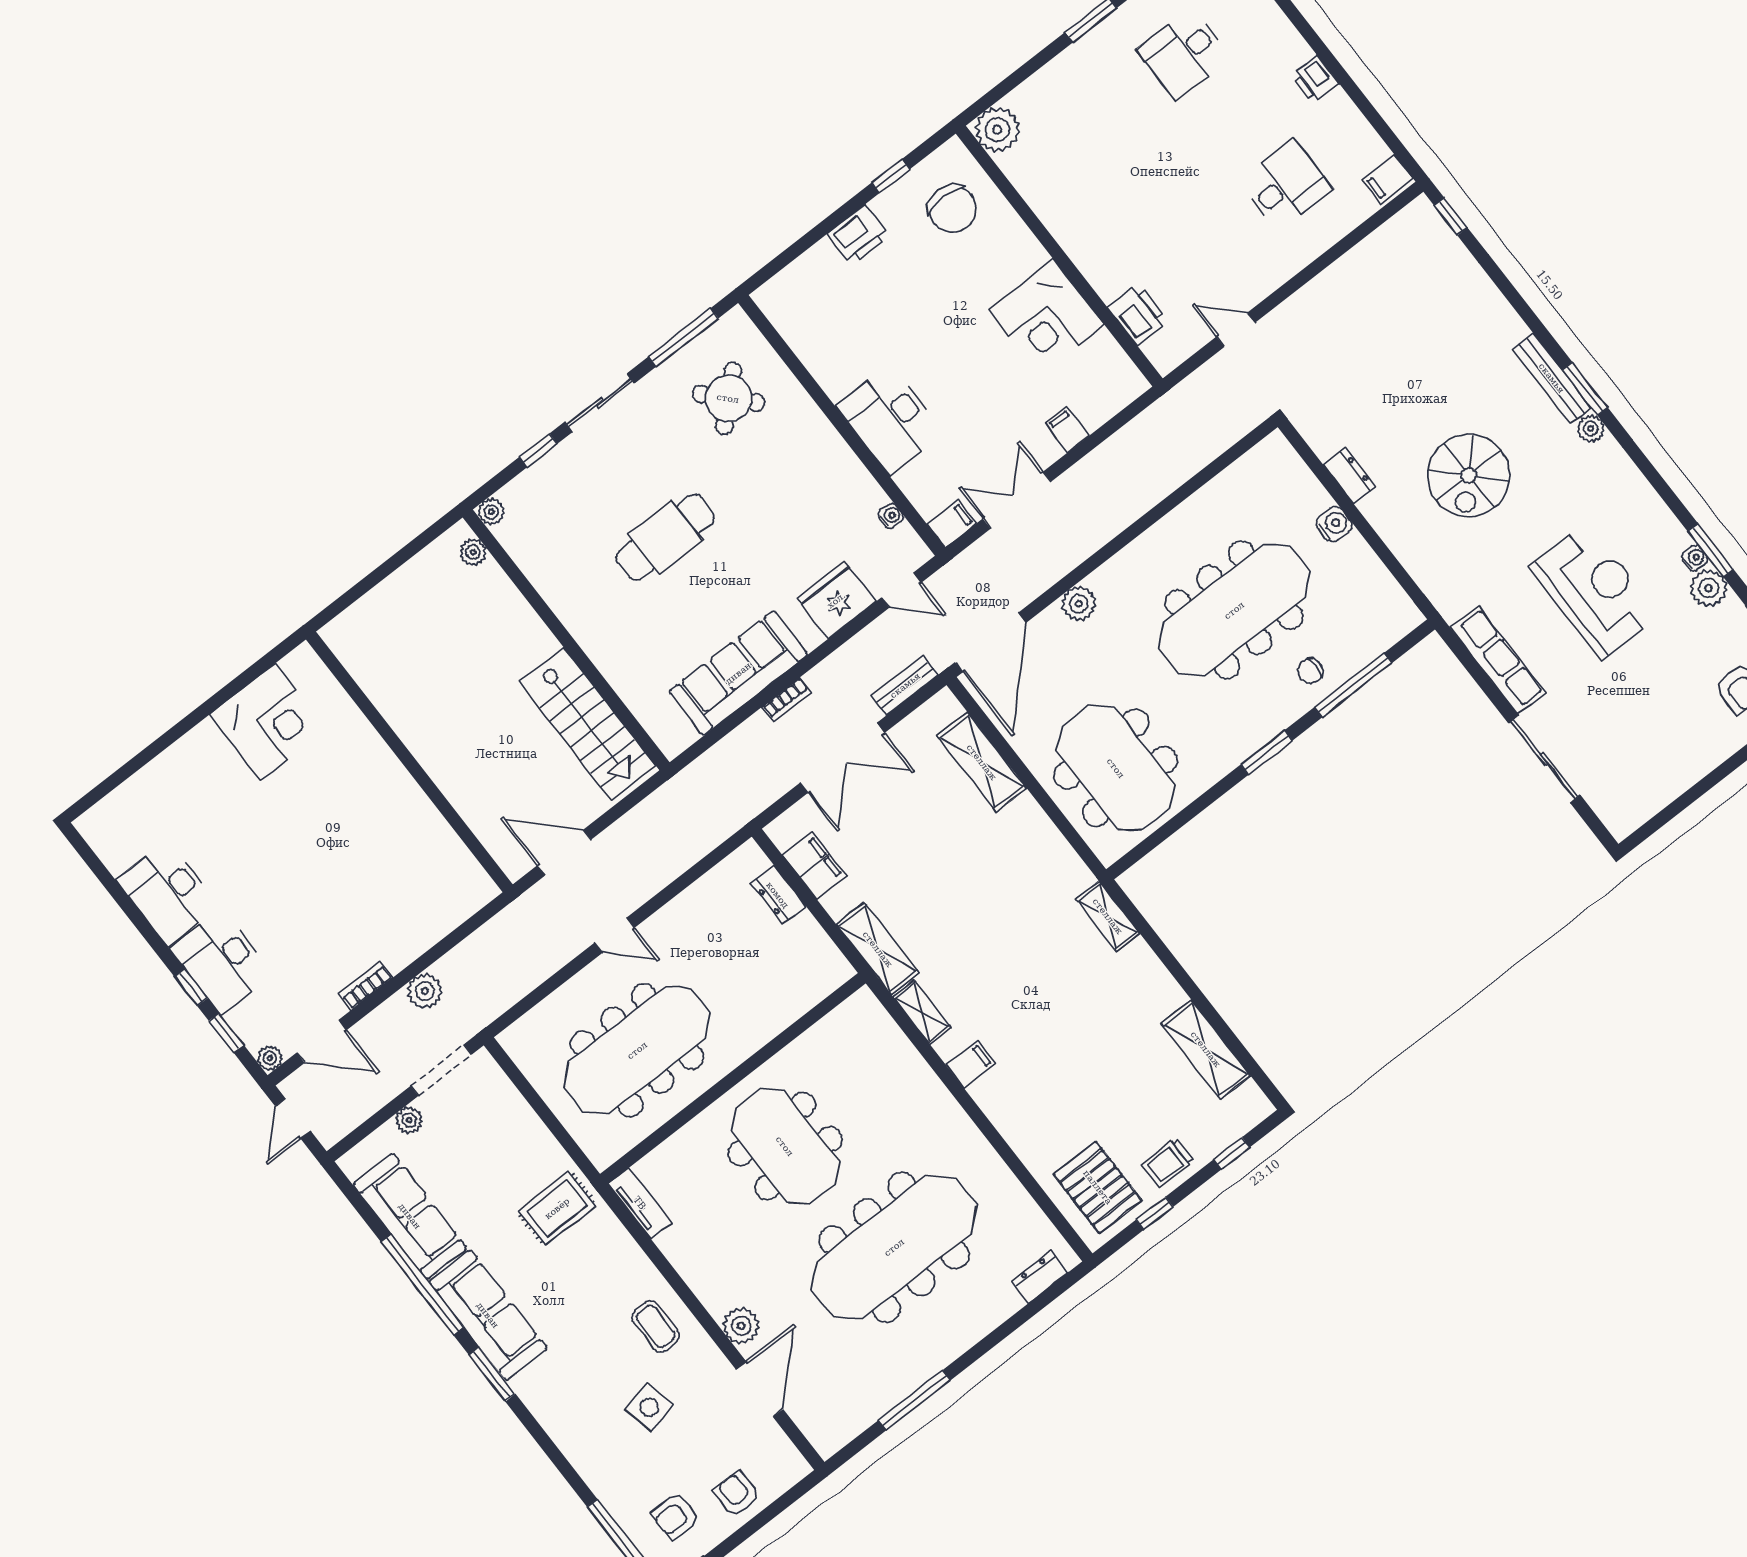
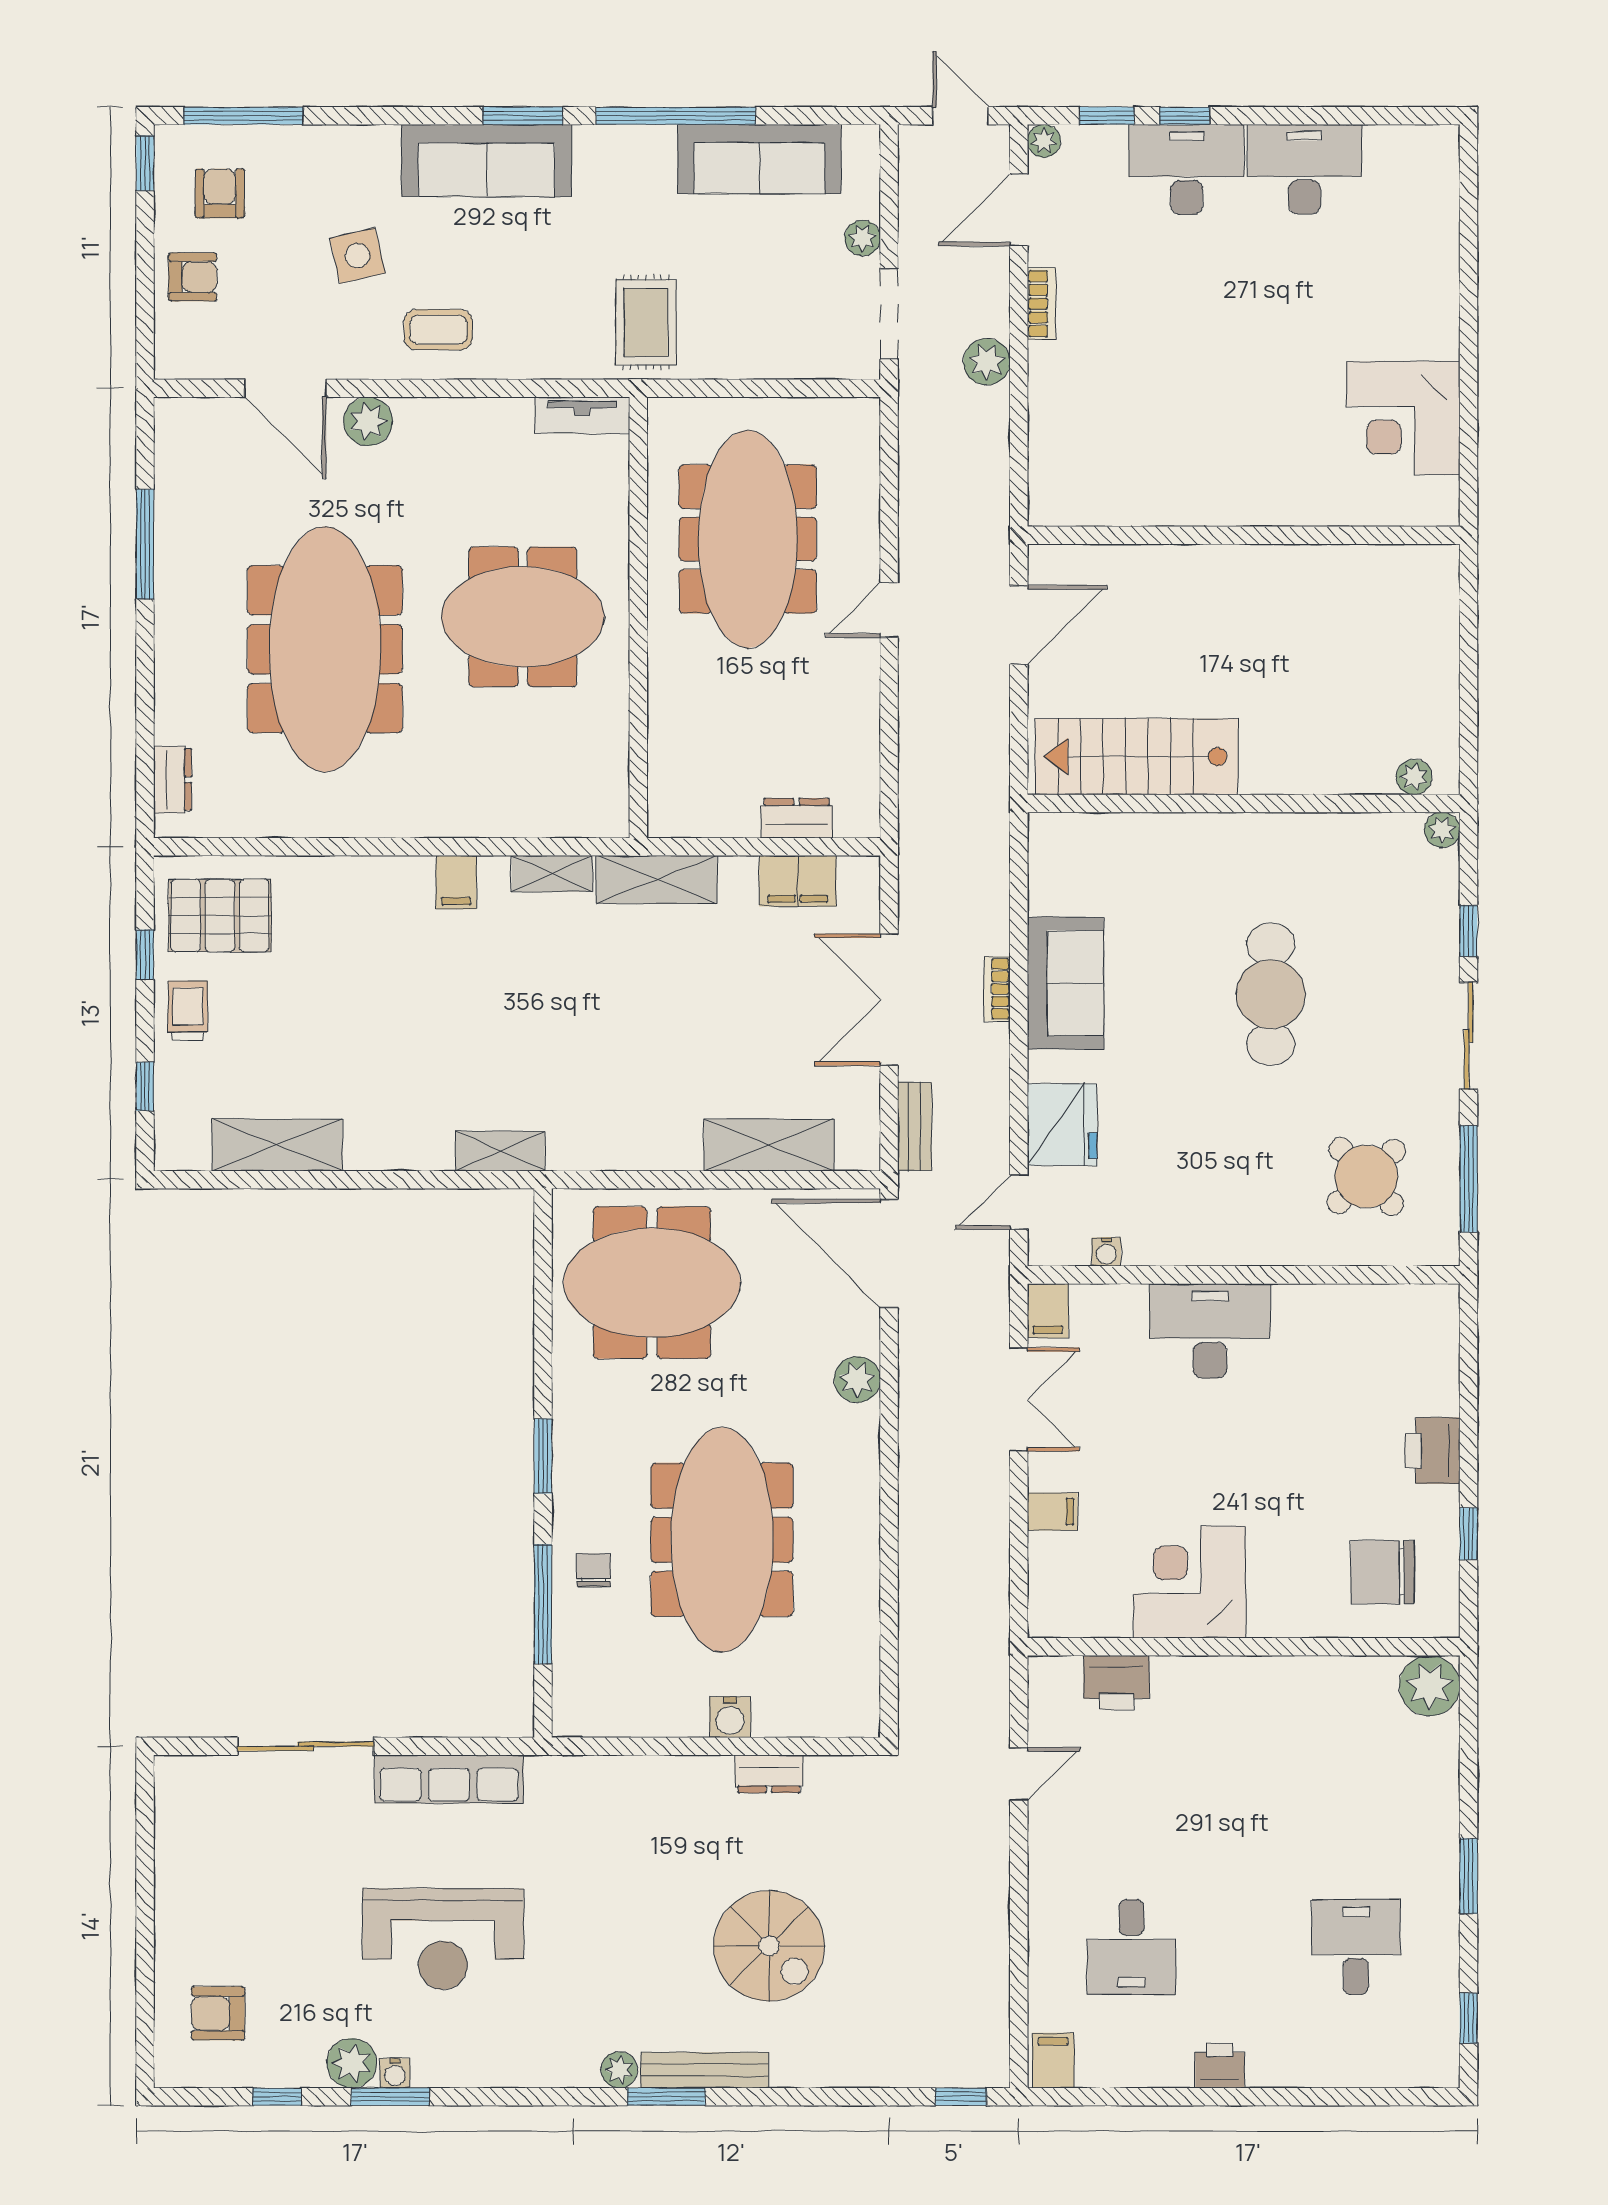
spiral stairs: (1469, 476) -> (769, 1946), moved, turned 180
sofa: (738, 673) -> (1066, 983), width x0.73
sofa: (488, 1315) -> (486, 161), moved

